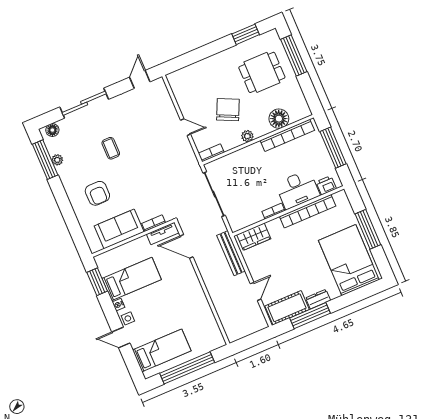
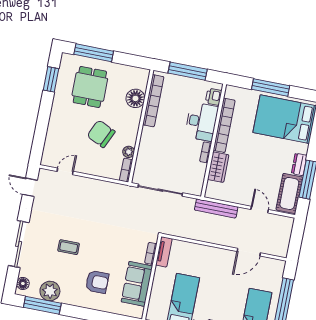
door: (186, 127) -> (65, 171), moved
plant: (247, 136) -> (129, 152), moved
plant: (57, 160) -> (50, 291), width x1.88, depth x1.88
wardrobe: (254, 237) -> (218, 167), moved
door: (187, 246) -> (249, 252), moved

